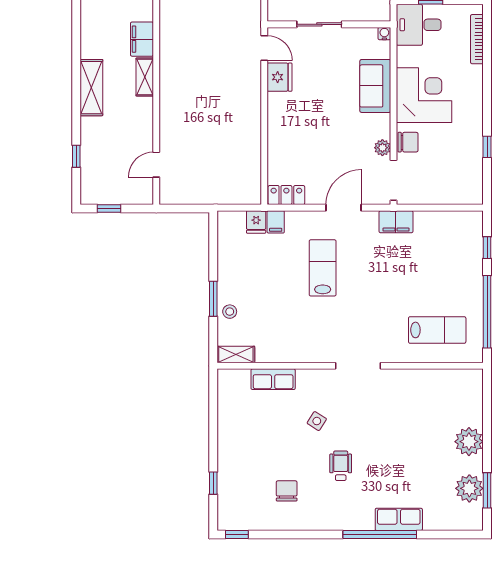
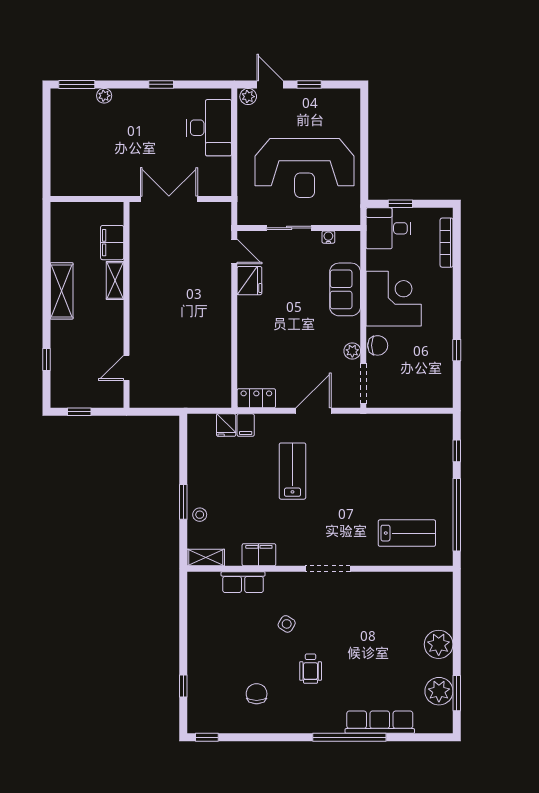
water cooler: (384, 34) -> (328, 237), moved
filing cabinet: (396, 222) -> (259, 555), moved, turned 180
wheelchair: (341, 466) -> (311, 669), turned 180
row of seats: (399, 519) -> (380, 722), width x1.48

